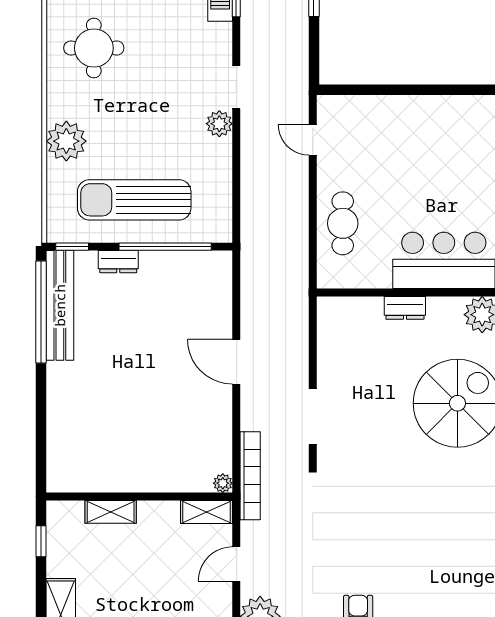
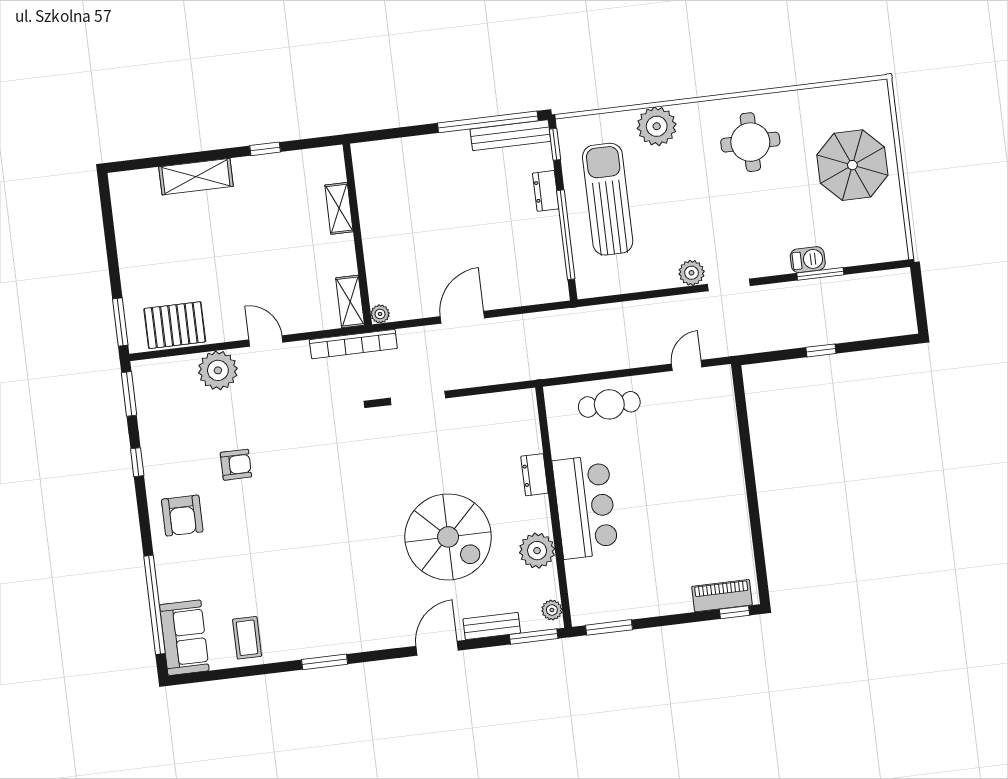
bench: (60, 305) -> (510, 135), width x0.73, depth x0.82
plant: (223, 483) -> (380, 314), moved
wall: (139, 497) -> (357, 234), moved
shelving: (111, 512) -> (339, 208), moved
shelving: (207, 512) -> (350, 302), moved

